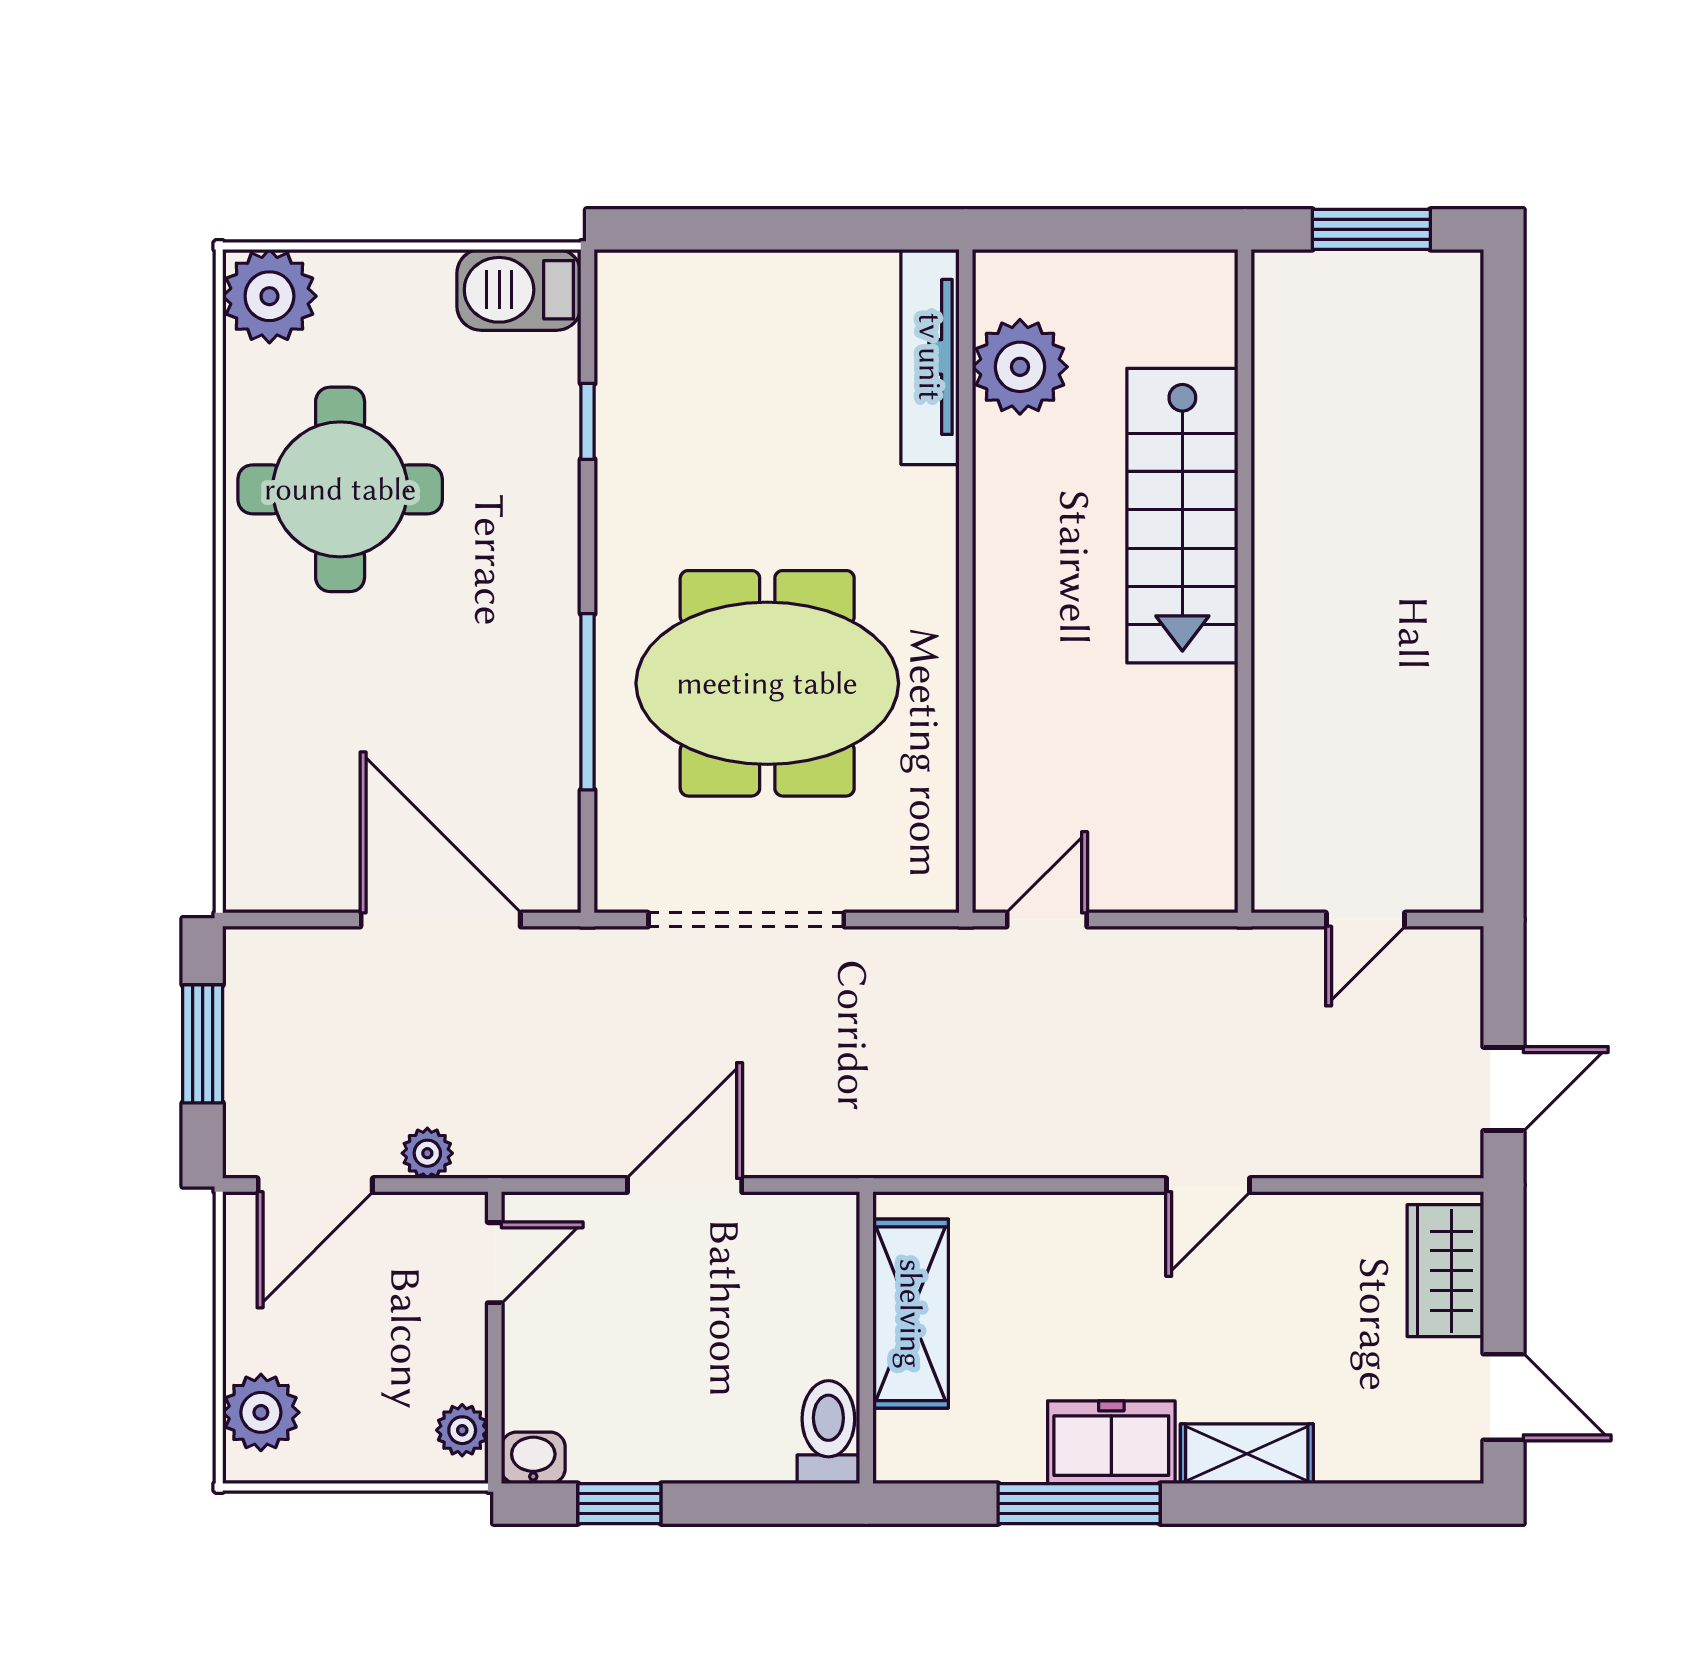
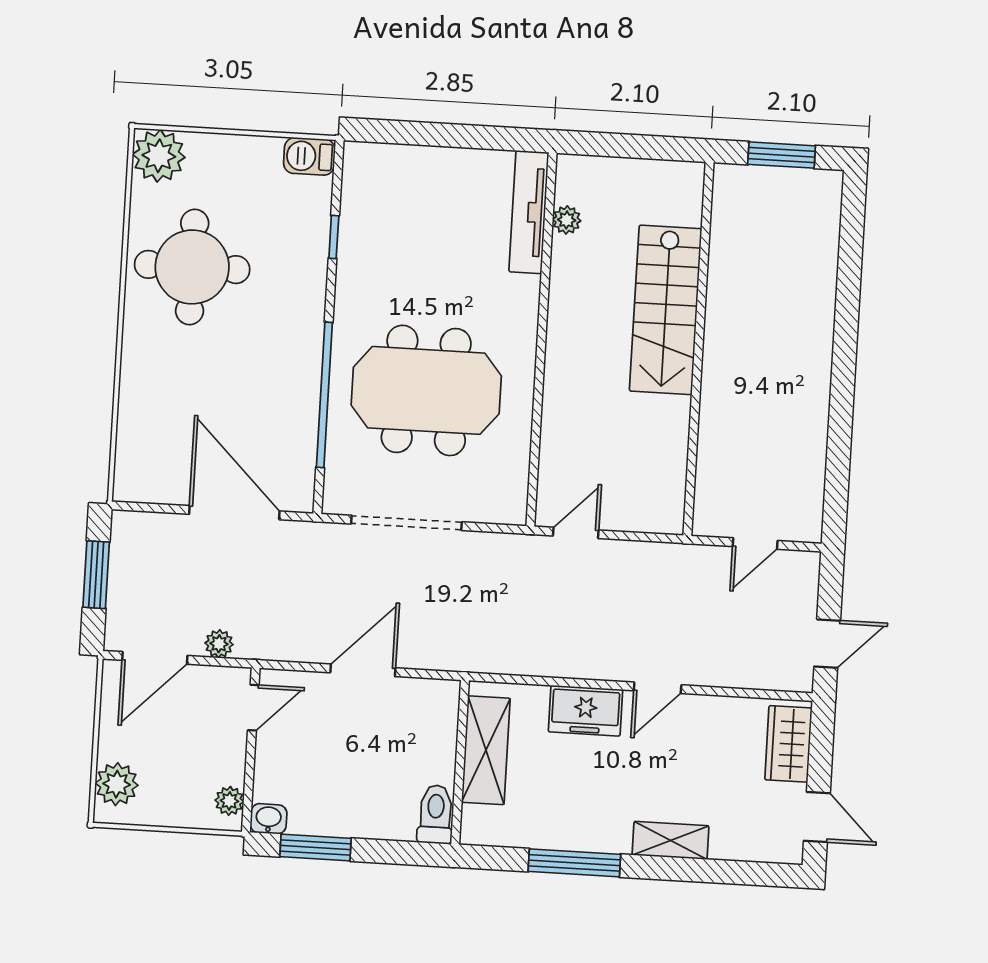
barbecue: (519, 290) -> (309, 156), width x0.73, depth x0.79
plant: (1020, 367) -> (567, 220), width x0.53, depth x0.53
window: (588, 702) -> (324, 395), width x1.46
freezer: (1111, 1442) -> (586, 711), moved, turned 180
window: (619, 1504) -> (316, 847), width x1.50

